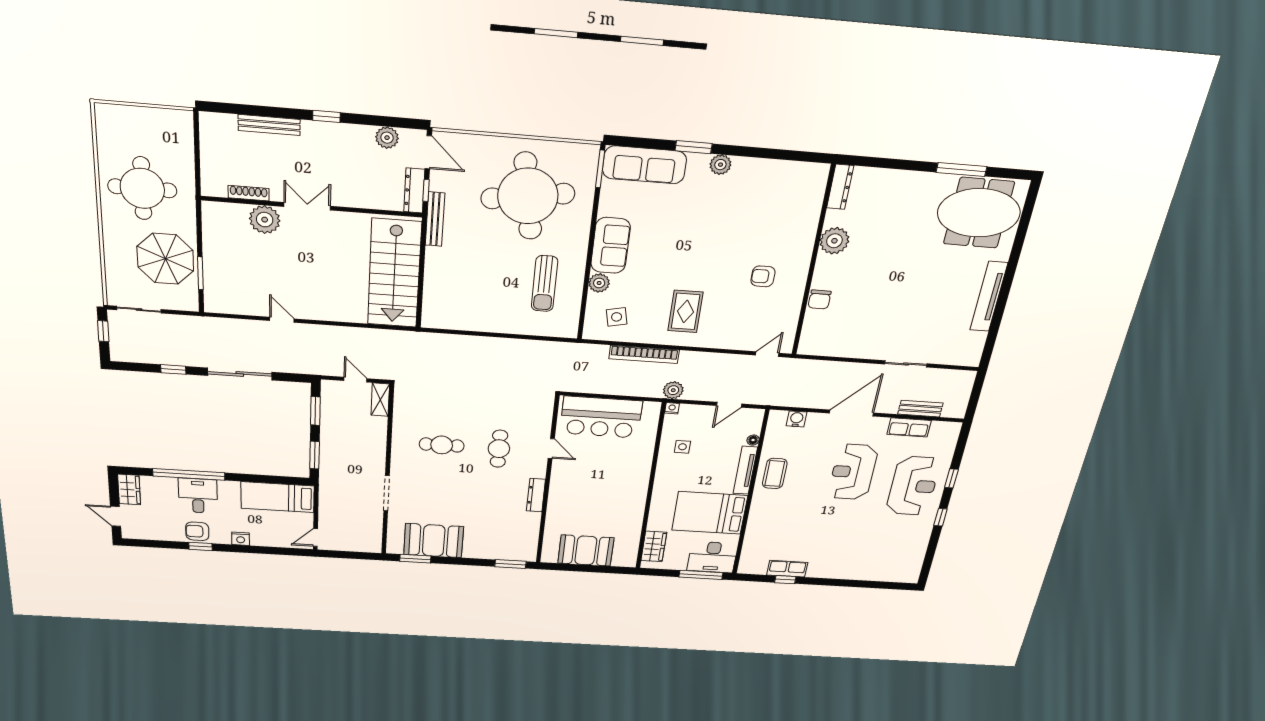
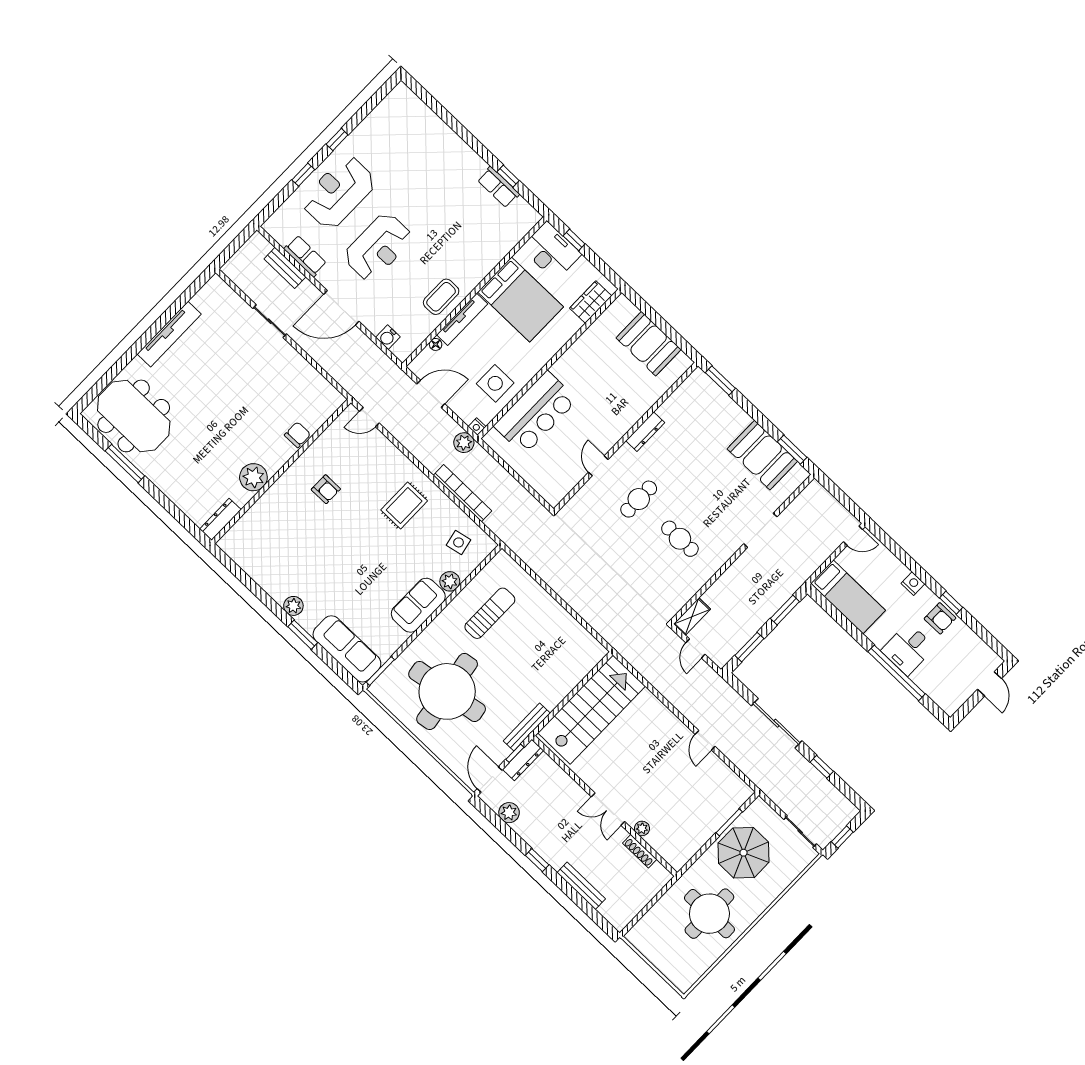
plant: (265, 220) -> (642, 828), width x0.53, depth x0.53
door: (729, 405) -> (431, 394), width x1.38
bar counter: (601, 417) -> (536, 413), moved, turned 90
side table: (682, 447) -> (495, 383), width x1.87, depth x1.87
wardrobe: (129, 489) -> (955, 698), removed
window: (701, 575) -> (574, 240), width x0.46

